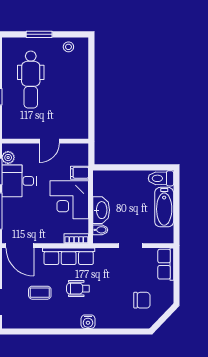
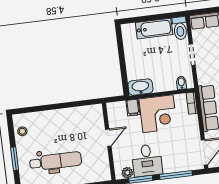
door: (50, 141) -> (108, 138), hinge flipped
toilet: (161, 178) -> (180, 28), moved
washbasin: (101, 210) -> (140, 87), moved

